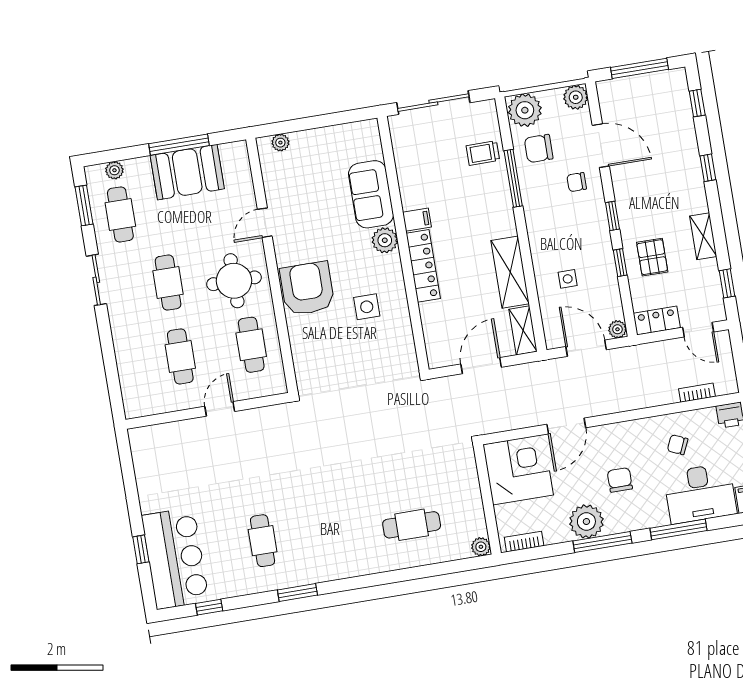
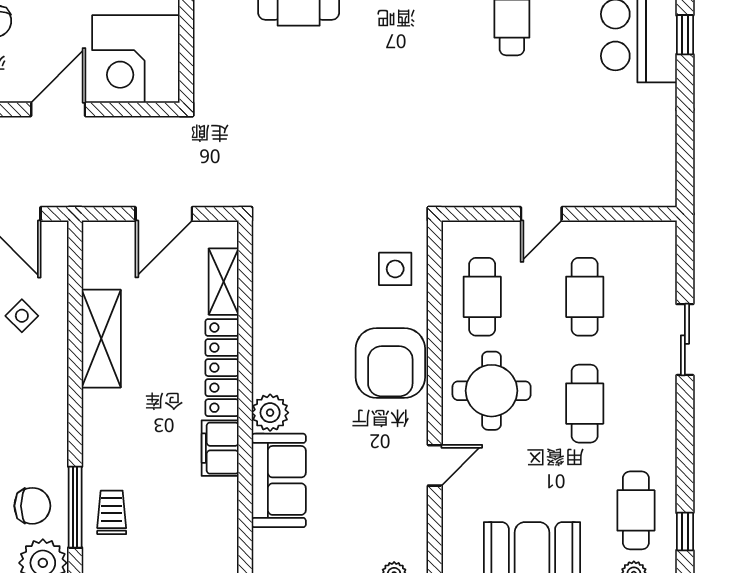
trolley: (483, 153) -> (112, 512), turned -90
window: (513, 178) -> (75, 507), moved
window: (84, 205) -> (685, 532), width x0.67
filing cabinet: (417, 220) -> (220, 448), width x2.00
side table: (568, 279) -> (22, 316), turned 45
sliding door: (96, 280) -> (685, 340), moved
side table: (367, 307) -> (395, 269), moved
shelving: (523, 330) -> (224, 282), moved

